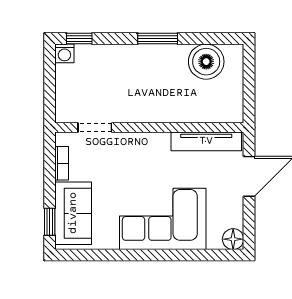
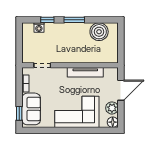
window: (79, 39) -> (47, 20), moved
washing machine: (64, 53) -> (39, 28), moved
tv unit: (206, 141) -> (85, 72), moved
plant: (232, 211) -> (112, 108), added

